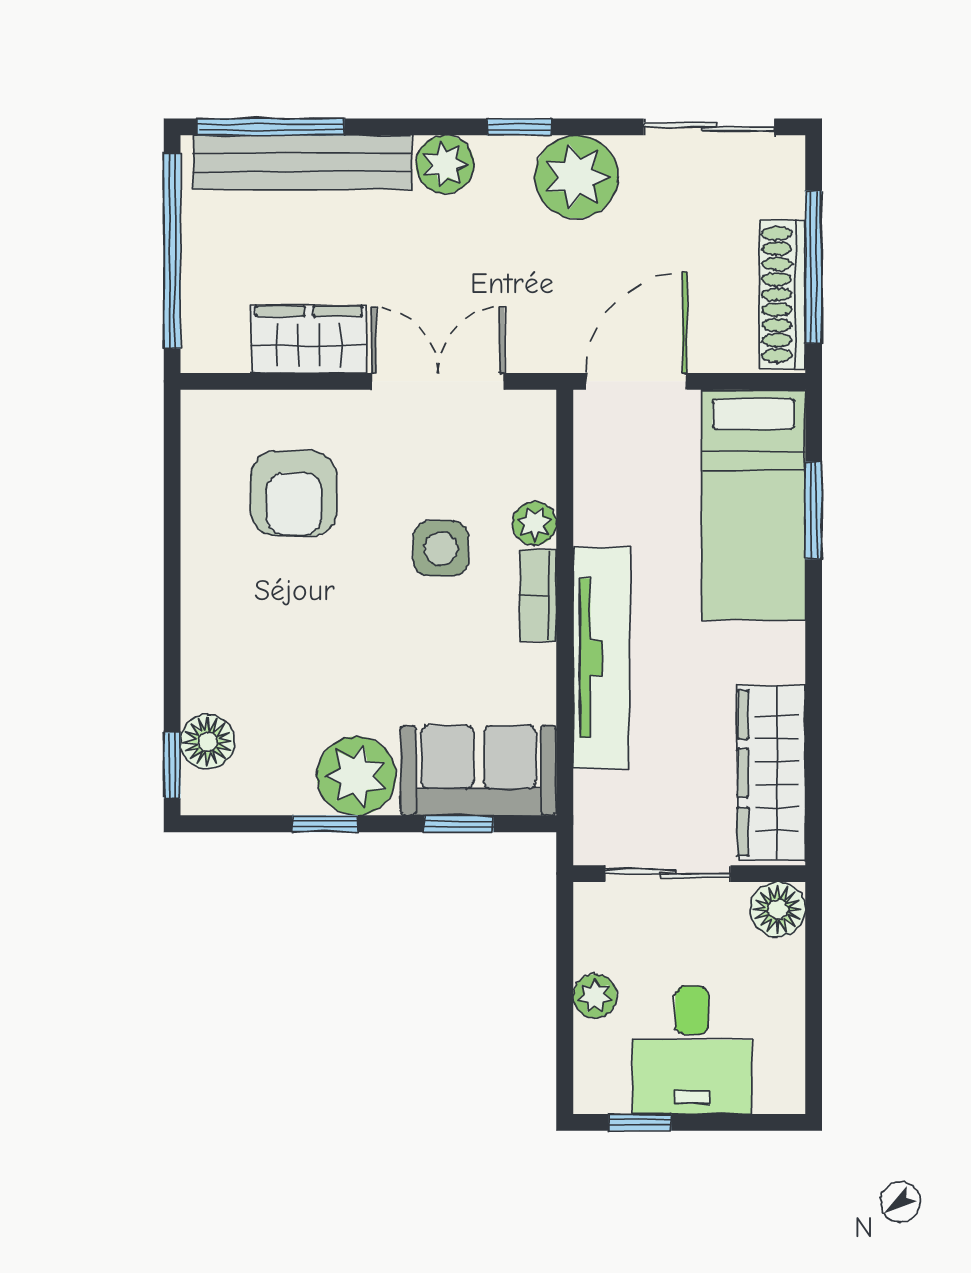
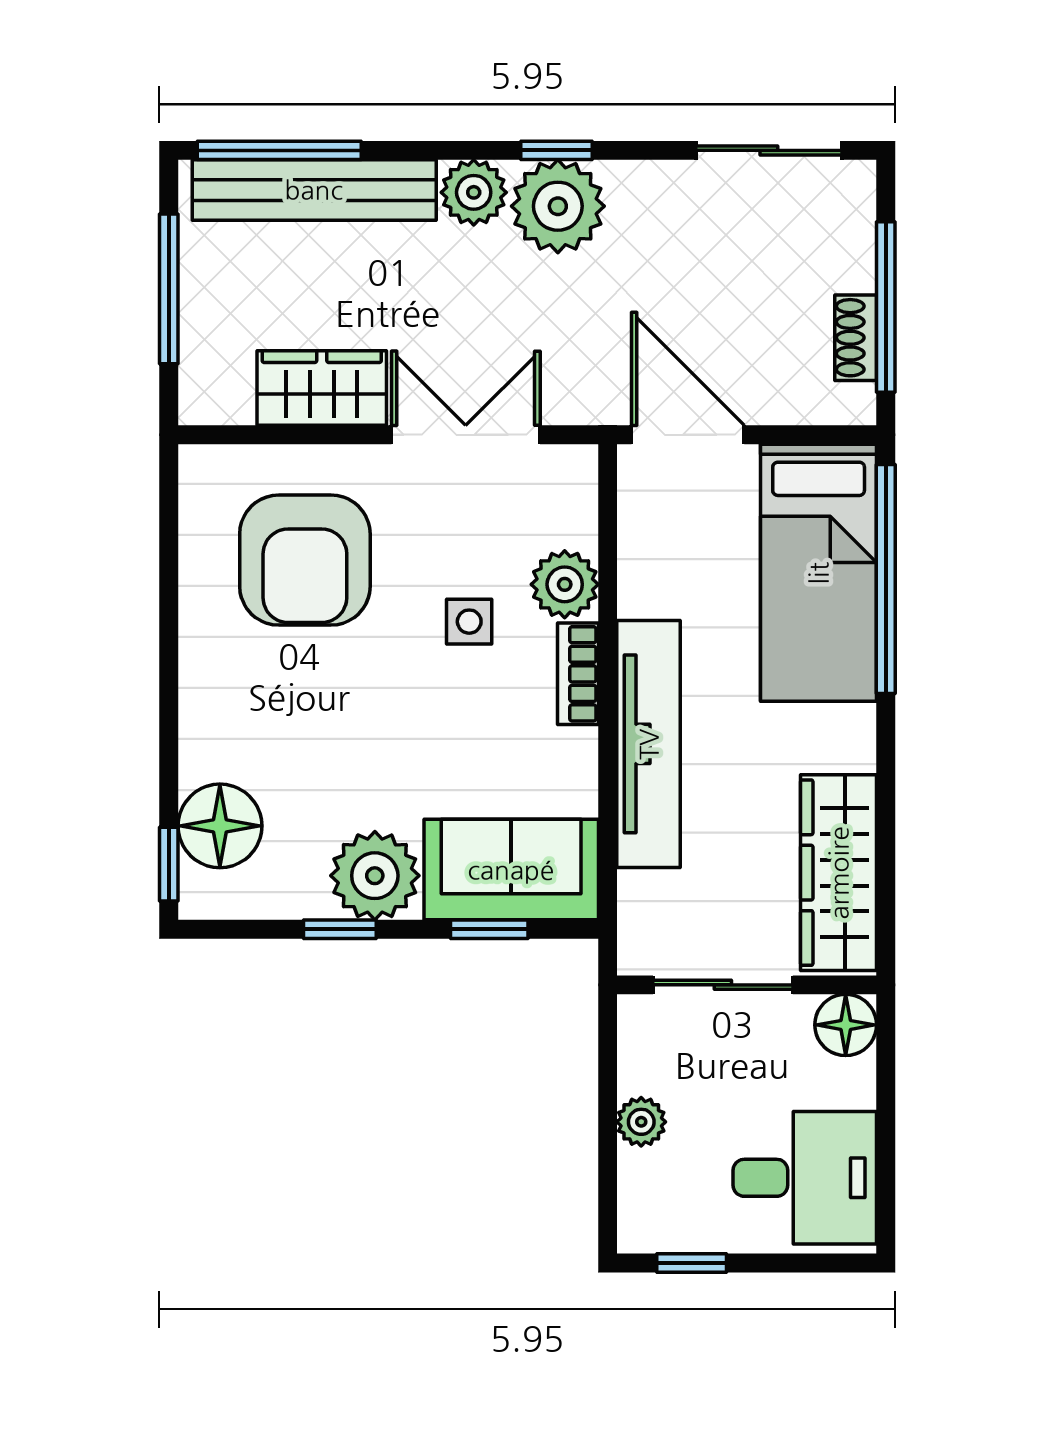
plant: (576, 177) -> (558, 206), moved
window: (172, 251) -> (169, 289), width x0.68
shoe rack: (782, 294) -> (856, 338), width x0.51, depth x0.81
door: (637, 381) -> (688, 435), hinge flipped
armchair: (294, 493) -> (305, 560), width x1.36, depth x1.36
window: (814, 510) -> (886, 579), width x2.11
plant: (535, 523) -> (565, 584), width x1.38, depth x1.38
side table: (441, 548) -> (469, 622), width x0.73, depth x0.73
floor lamp: (208, 742) -> (220, 826), width x1.38, depth x1.38
desk: (692, 1050) -> (805, 1178), moved, turned -90

